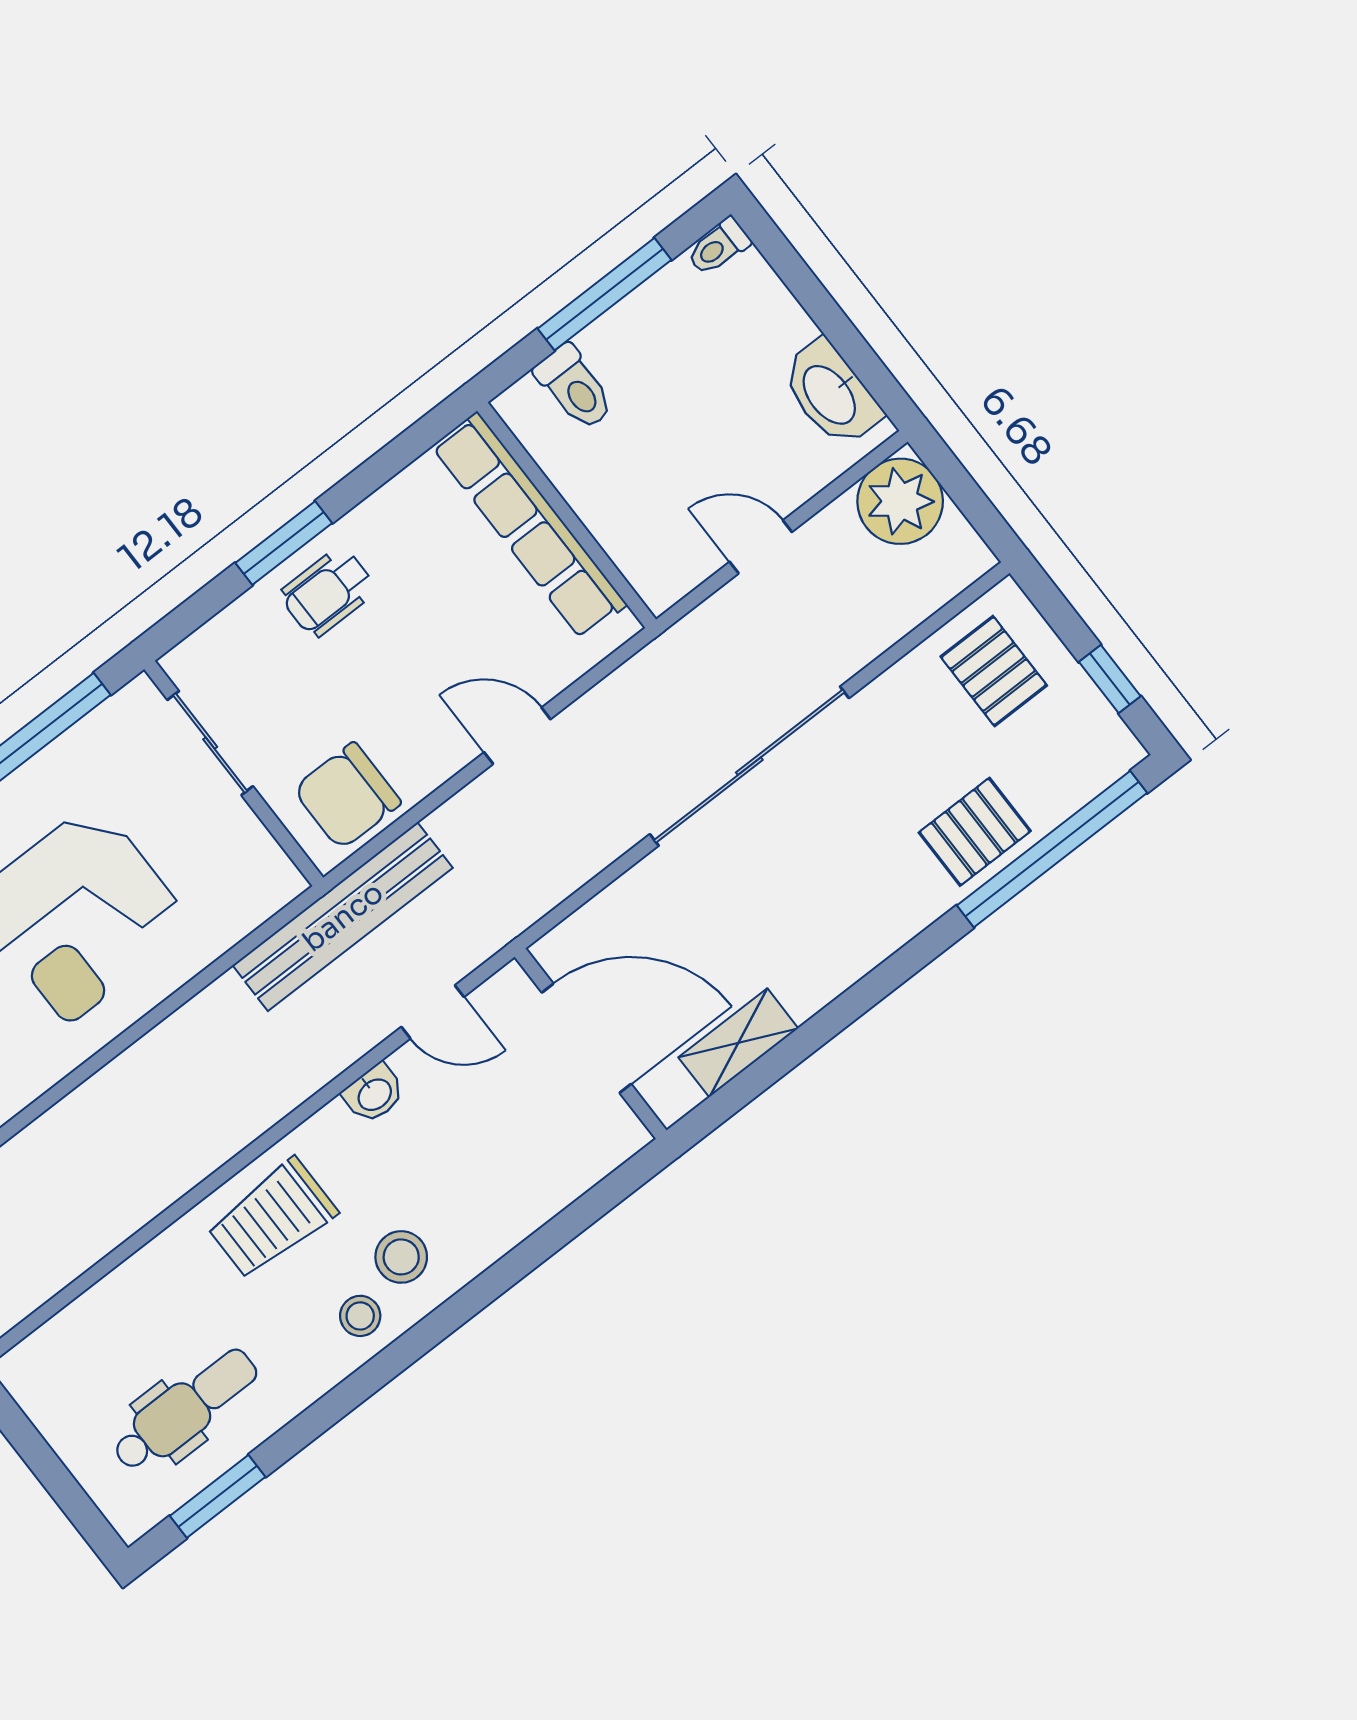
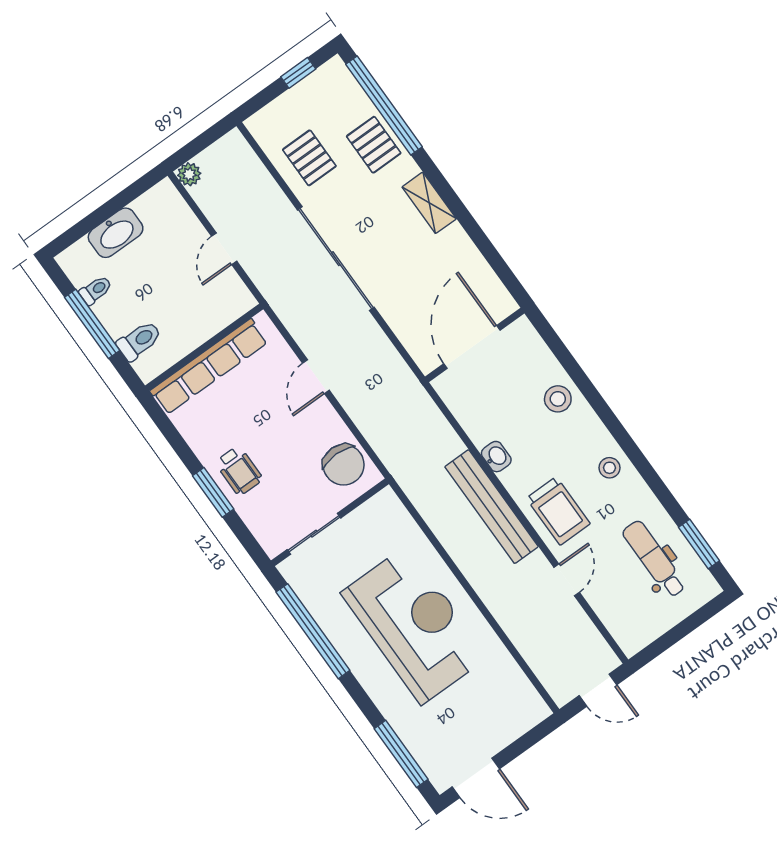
toilet: (719, 247) -> (96, 290), moved, turned -90
washbasin: (831, 394) -> (116, 233), moved
plant: (900, 501) -> (189, 174), width x0.53, depth x0.53
pallet: (994, 671) -> (309, 158), moved, turned 90
bench: (343, 917) -> (492, 507), moved
door: (433, 1012) -> (567, 580), moved
shelving: (738, 1043) -> (429, 203), moved
stool: (401, 1257) -> (558, 399), moved

